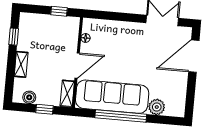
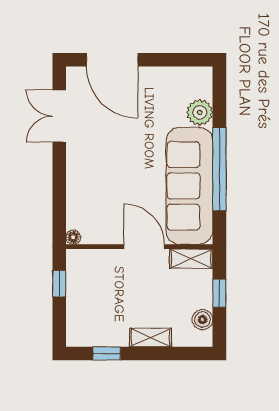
floor lamp: (86, 38) -> (73, 237), moved

